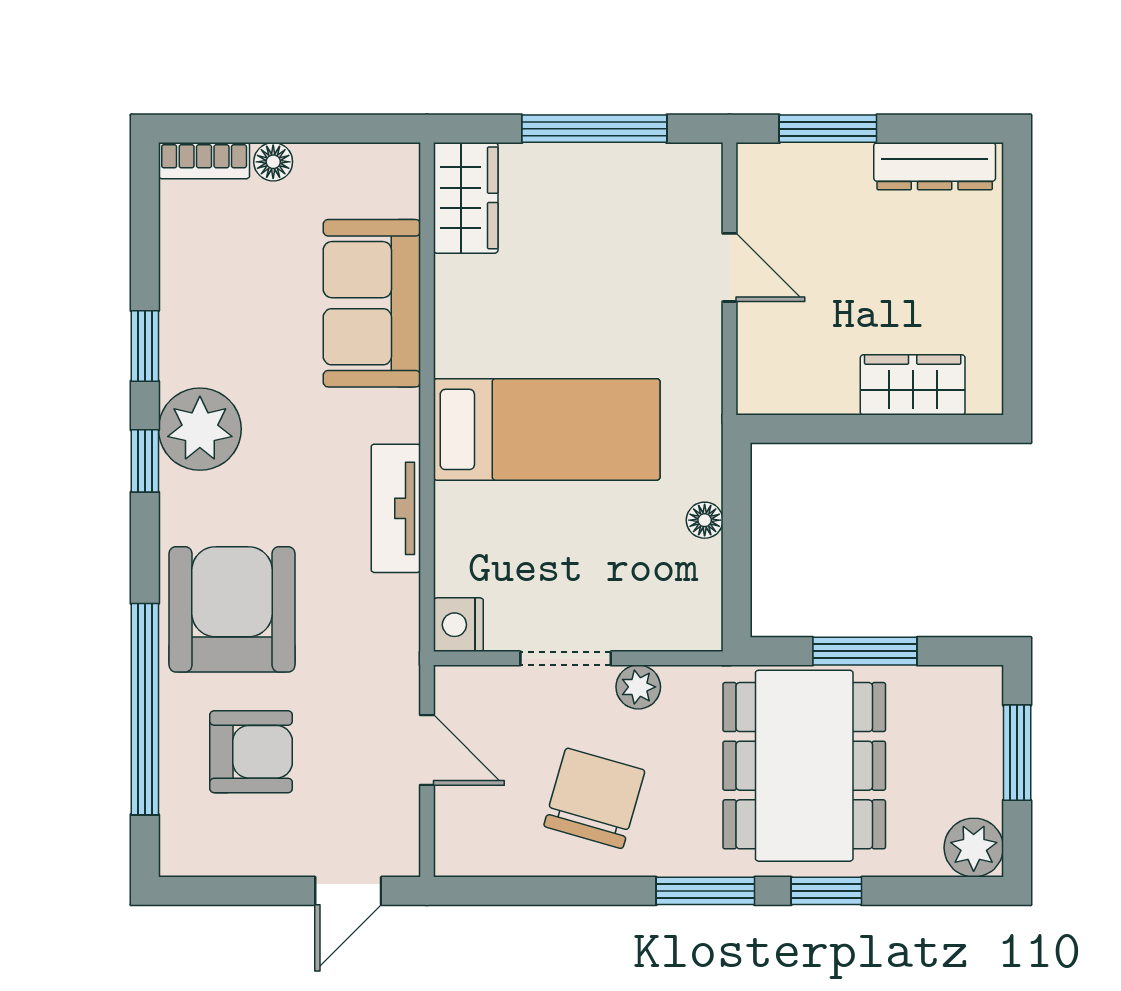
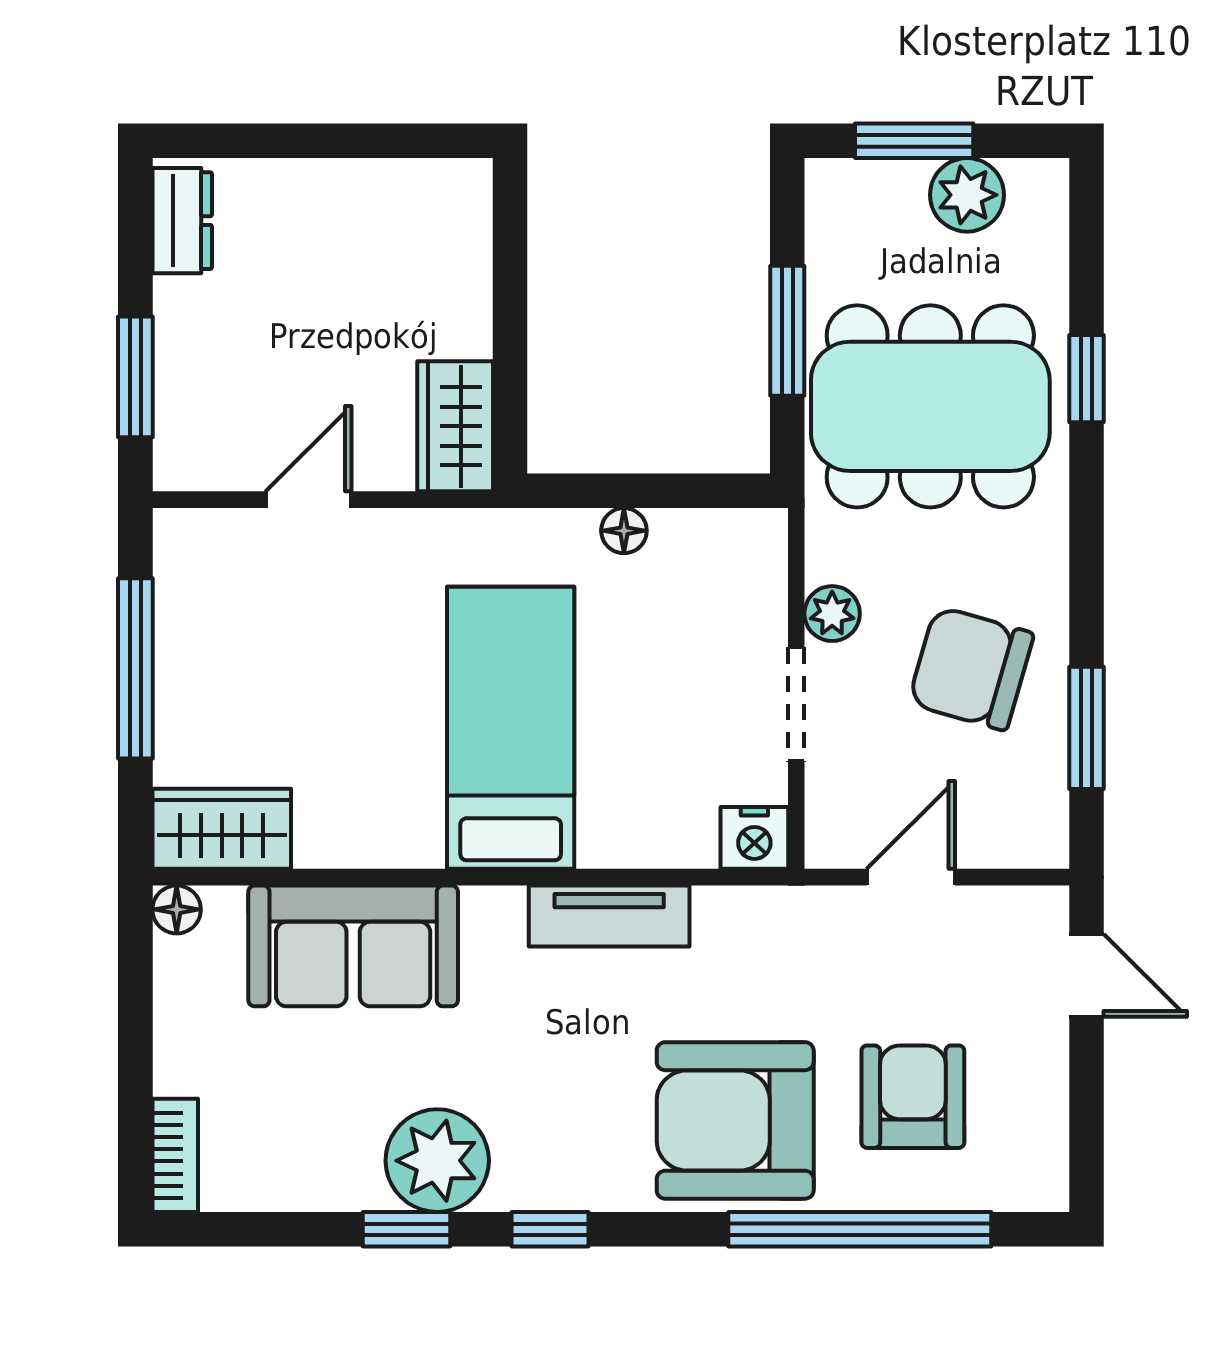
floor lamp: (273, 162) -> (177, 909), moved
dresser: (935, 166) -> (182, 221), width x0.70
wardrobe: (913, 385) -> (455, 426), moved
plant: (200, 429) -> (437, 1161), moved
plant: (974, 848) -> (967, 195), moved
window: (705, 891) -> (1087, 728), moved

